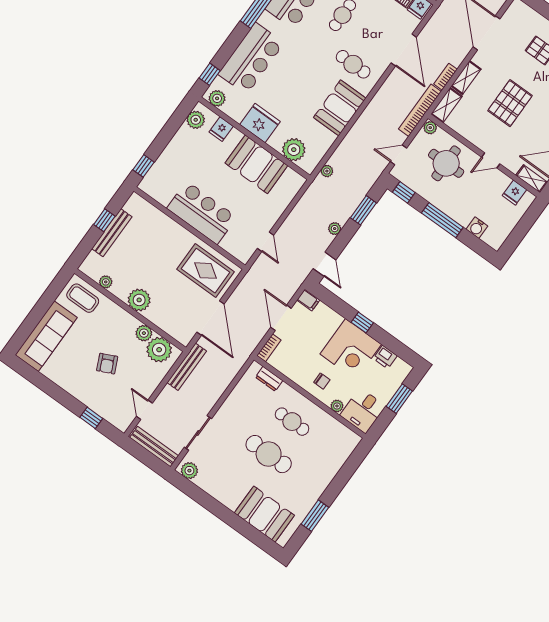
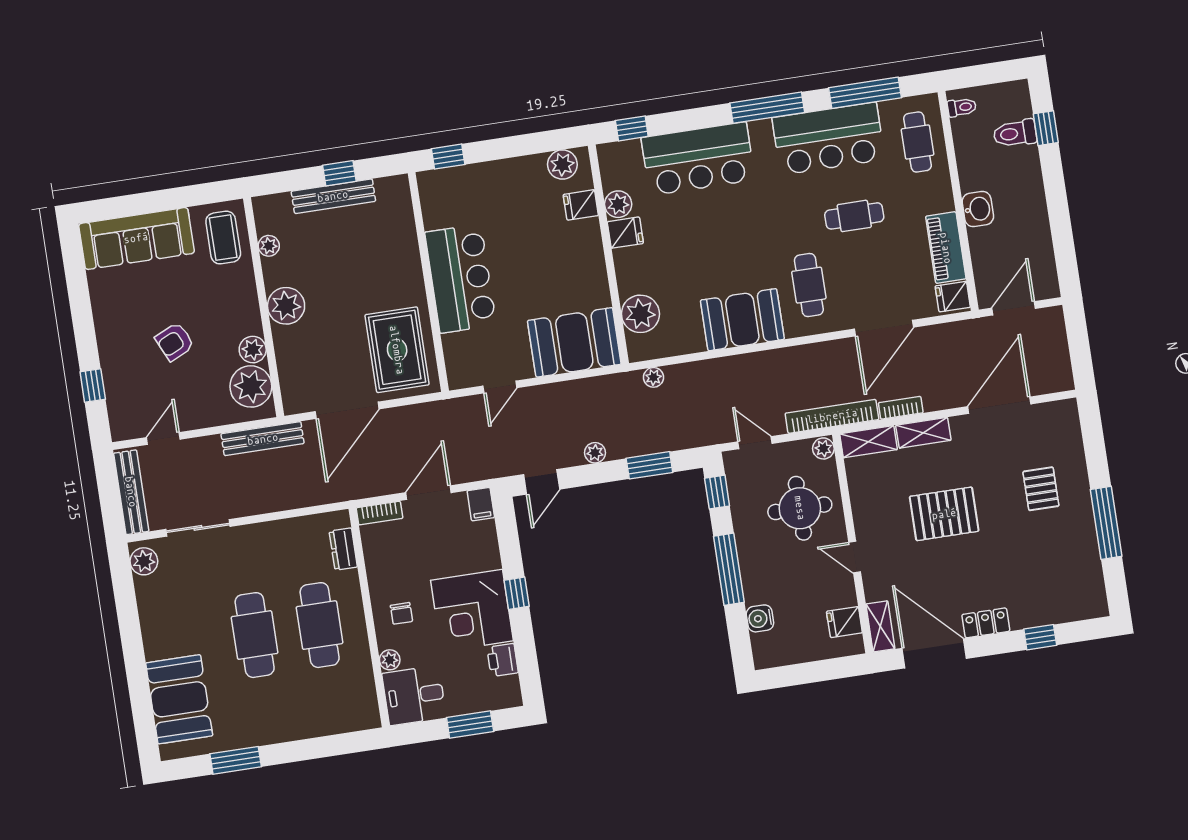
plant: (217, 98) -> (618, 204), moved
fridge: (260, 123) -> (625, 233), width x0.53, depth x0.75
booth: (256, 164) -> (574, 342), moved, turned 90
cafe table: (292, 422) -> (320, 625), width x1.37, depth x1.35

